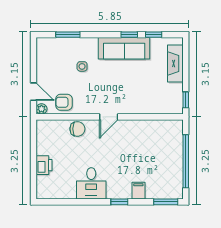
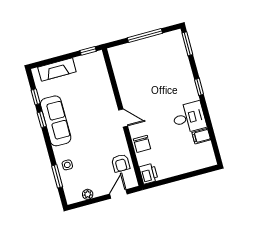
side table: (82, 66) -> (67, 165), moved
plant: (41, 109) -> (88, 194), moved
chair: (77, 129) -> (142, 144), turned 180
window: (186, 161) -> (145, 35), width x0.68
printer: (44, 165) -> (149, 174), moved, turned 90
filing cabinet: (138, 191) -> (201, 136), moved

